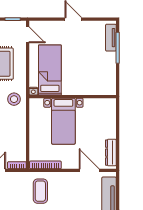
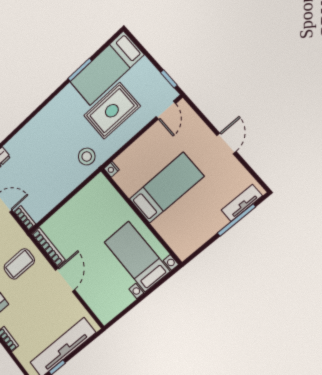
bed: (50, 70) -> (166, 188), moved
bed with nightstands: (63, 121) -> (137, 257), moved, turned 90
dresser: (111, 153) -> (116, 306), removed
door: (89, 170) -> (65, 280), moved

